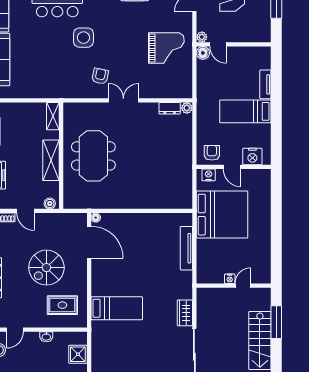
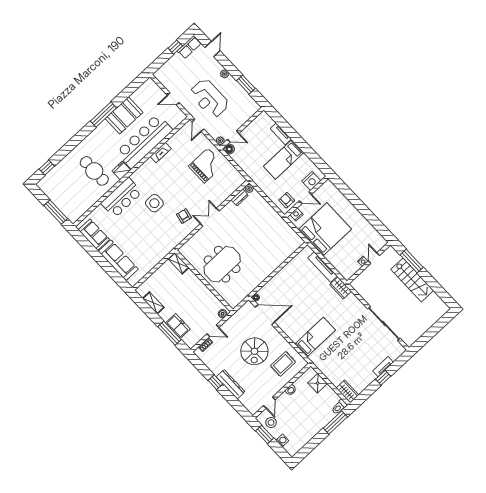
meeting table: (93, 156) -> (222, 264), turned 90
shelving: (51, 160) -> (201, 289), removed
wardrobe: (185, 313) -> (341, 288), moved

